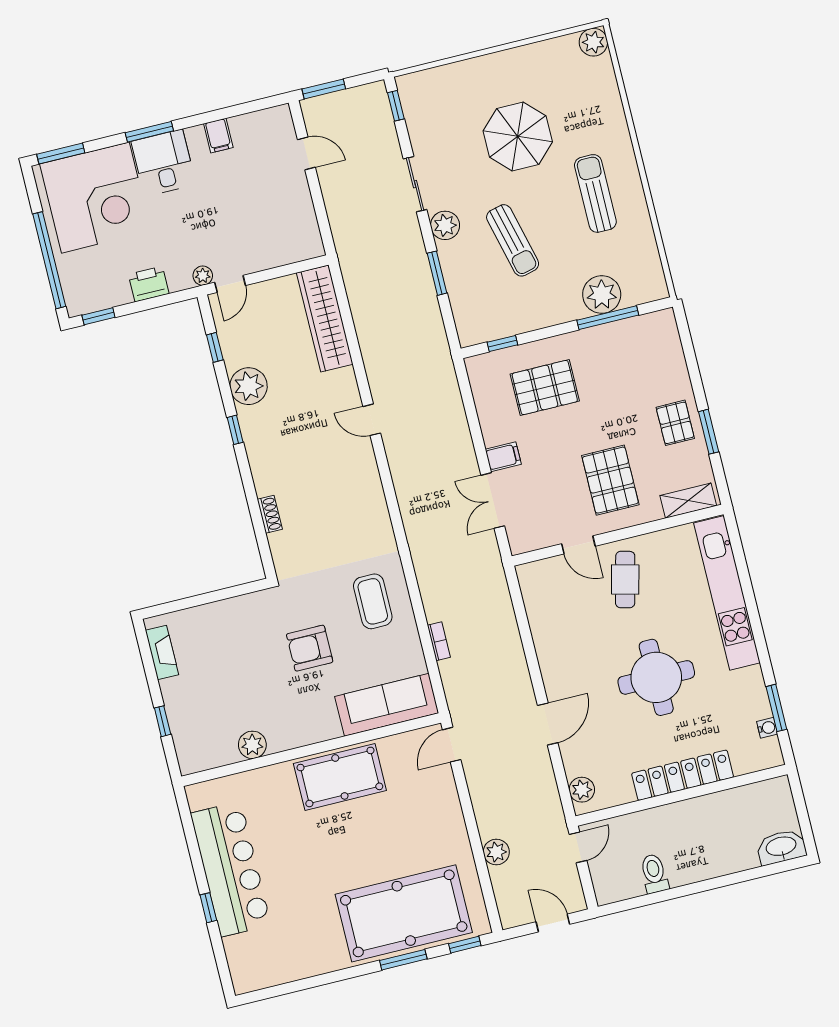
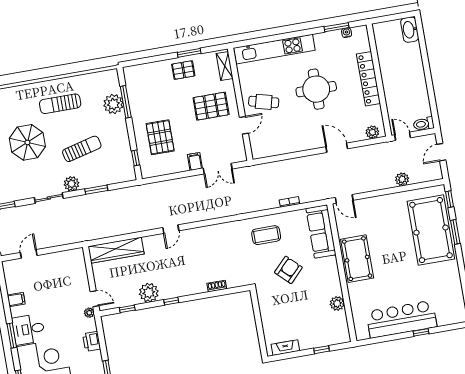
armchair: (310, 648) -> (288, 270), turned -136
toilet: (654, 874) -> (424, 124), moved

